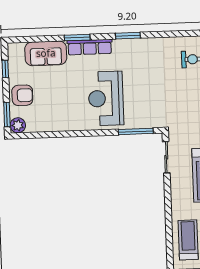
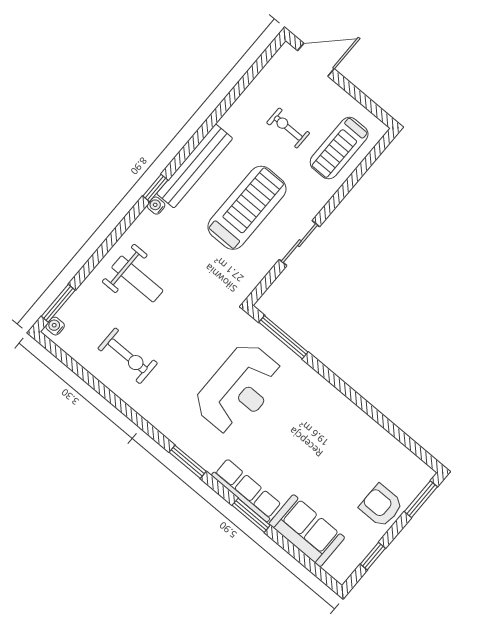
reception desk: (106, 98) -> (239, 389), moved
plant: (18, 125) -> (420, 474), removed
sliding door: (166, 157) -> (299, 243), moved

